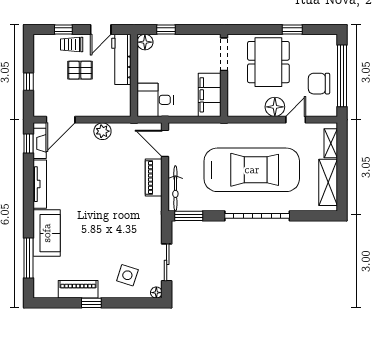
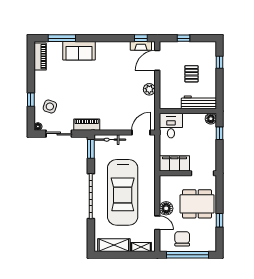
door: (101, 30) -> (219, 88), removed
trolley: (72, 44) -> (209, 68), removed
door: (61, 120) -> (157, 60), hinge flipped
piano: (154, 178) -> (87, 125), moved
tv unit: (40, 184) -> (113, 46), removed
piano: (78, 289) -> (40, 57), moved
window: (91, 303) -> (31, 100), moved

